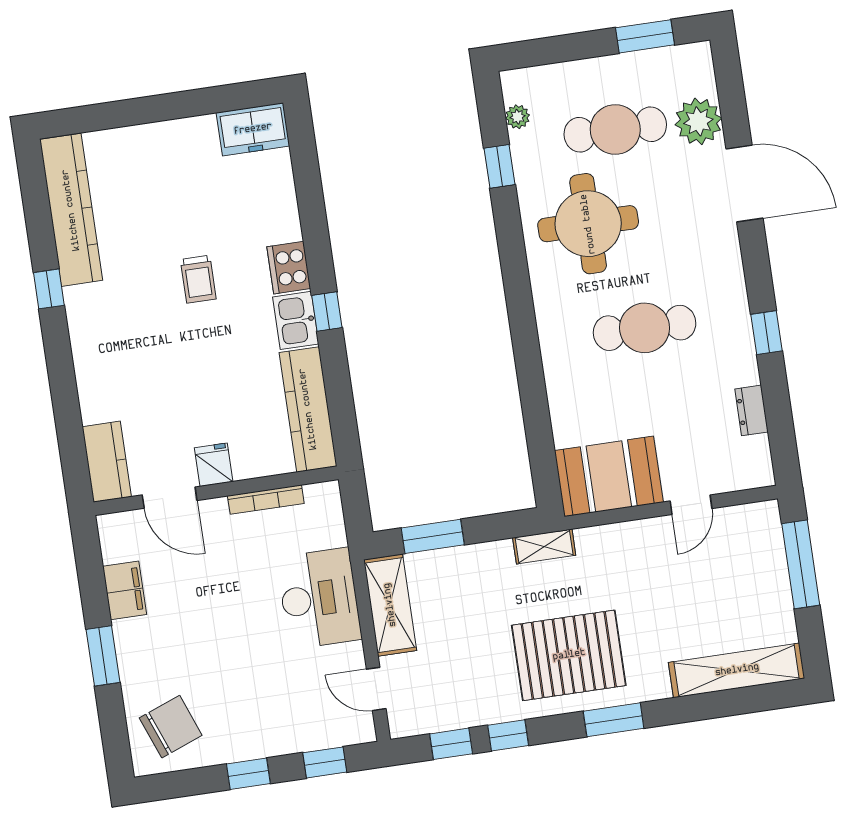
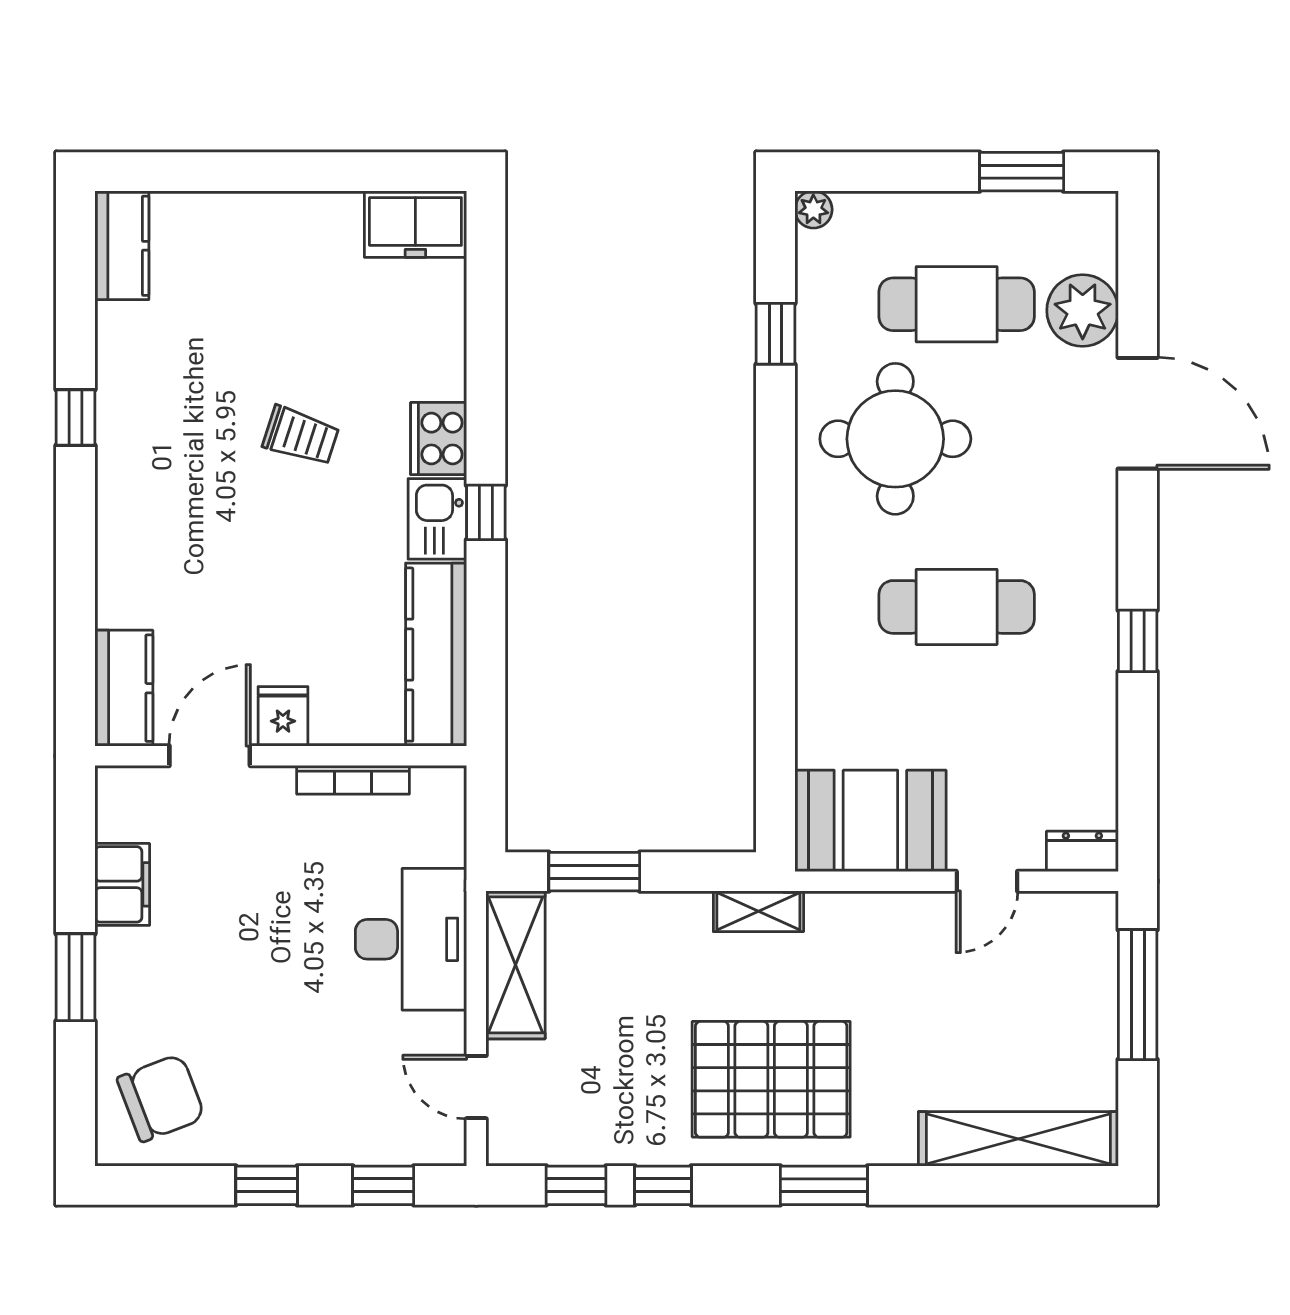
plant: (518, 117) -> (813, 210), moved
kitchen counter: (71, 210) -> (122, 246), width x0.48, depth x0.86
trolley: (198, 279) -> (301, 436), turned -72
dresser: (752, 410) -> (1082, 851), moved, turned 90
door: (170, 498) -> (210, 756), swing flipped

